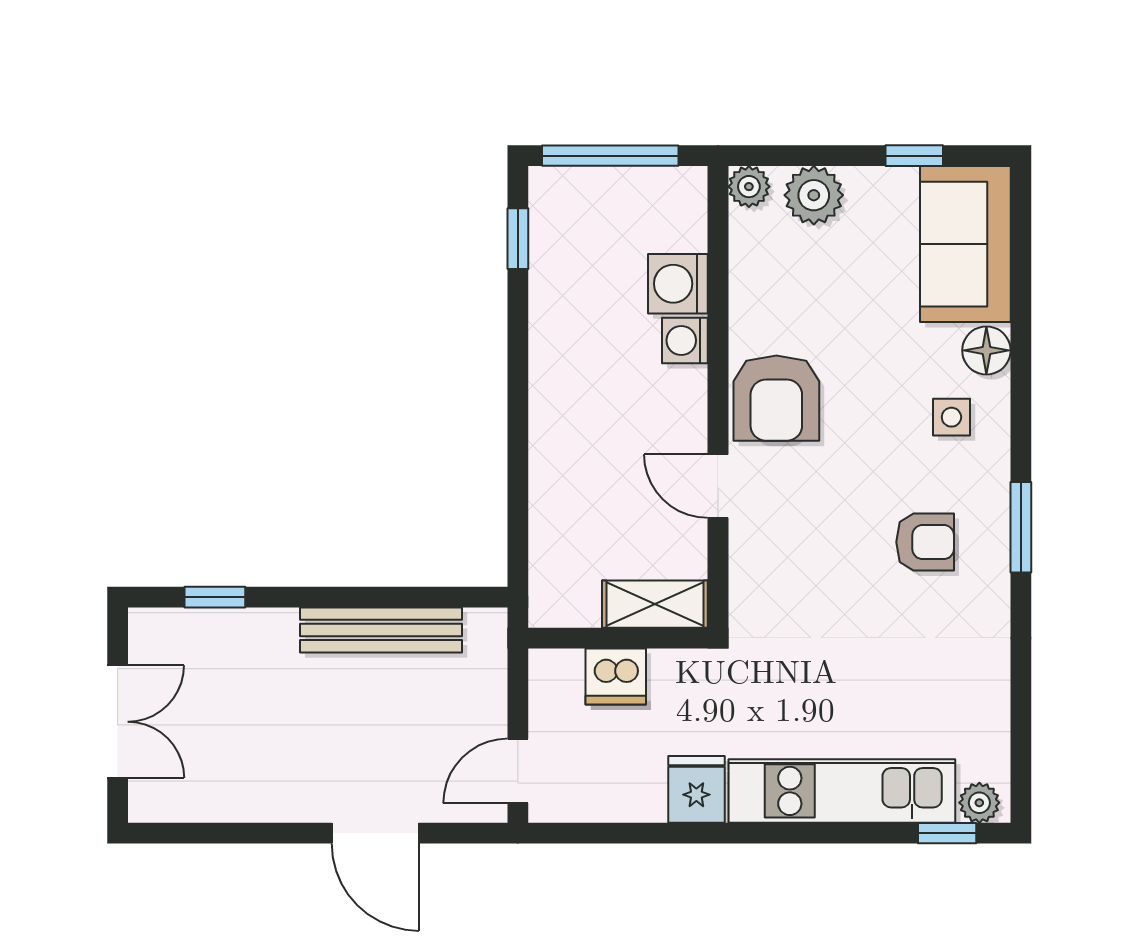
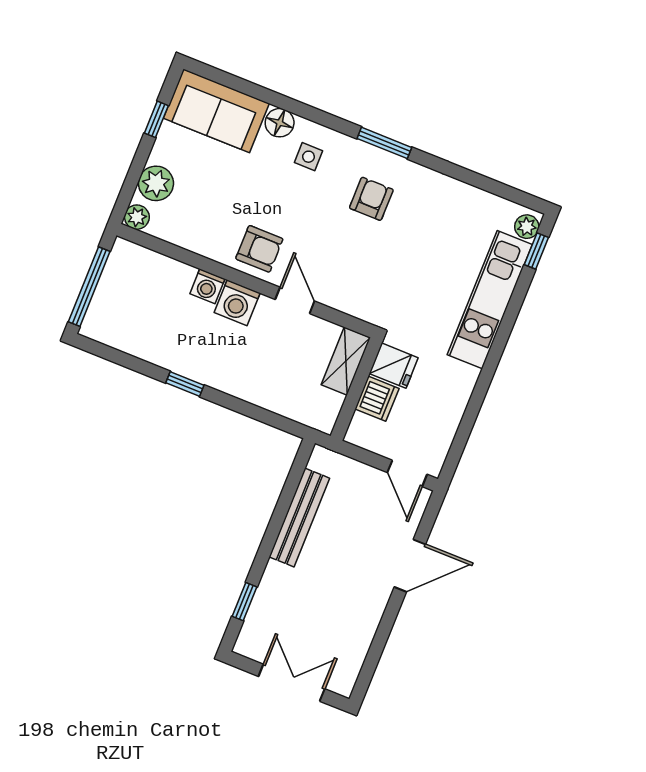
window: (518, 239) -> (185, 384), moved
washing machine: (678, 284) -> (237, 303), moved
armchair: (776, 398) -> (259, 249), width x0.72, depth x0.72
door: (718, 486) -> (295, 300), swing flipped
fridge: (696, 789) -> (394, 366), moved, turned 180

